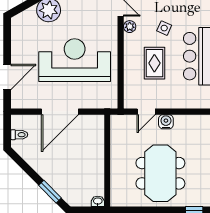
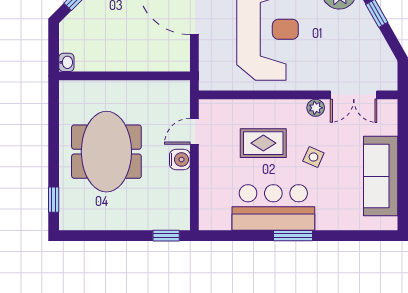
door: (146, 112) -> (194, 131), hinge flipped
meeting table: (160, 173) -> (106, 152), turned 90

